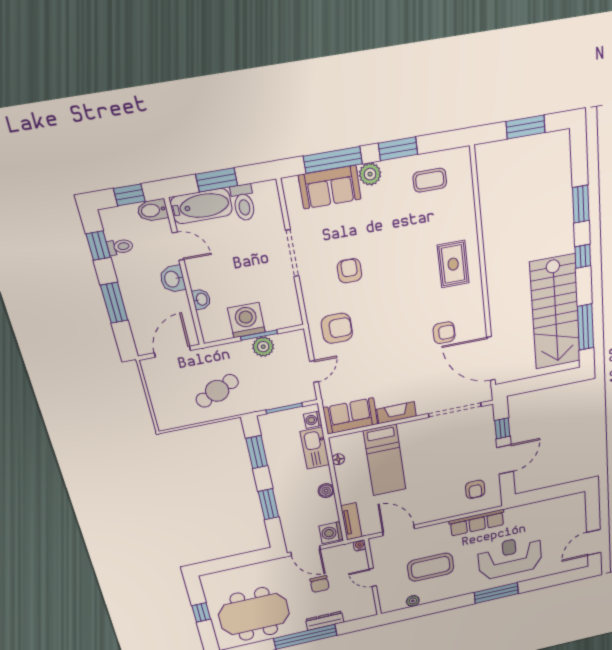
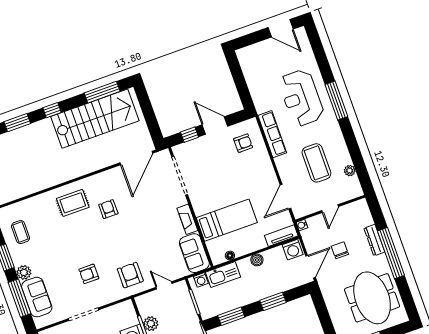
armchair: (444, 333) -> (108, 209), moved
chair: (320, 584) -> (340, 250), turned -90

